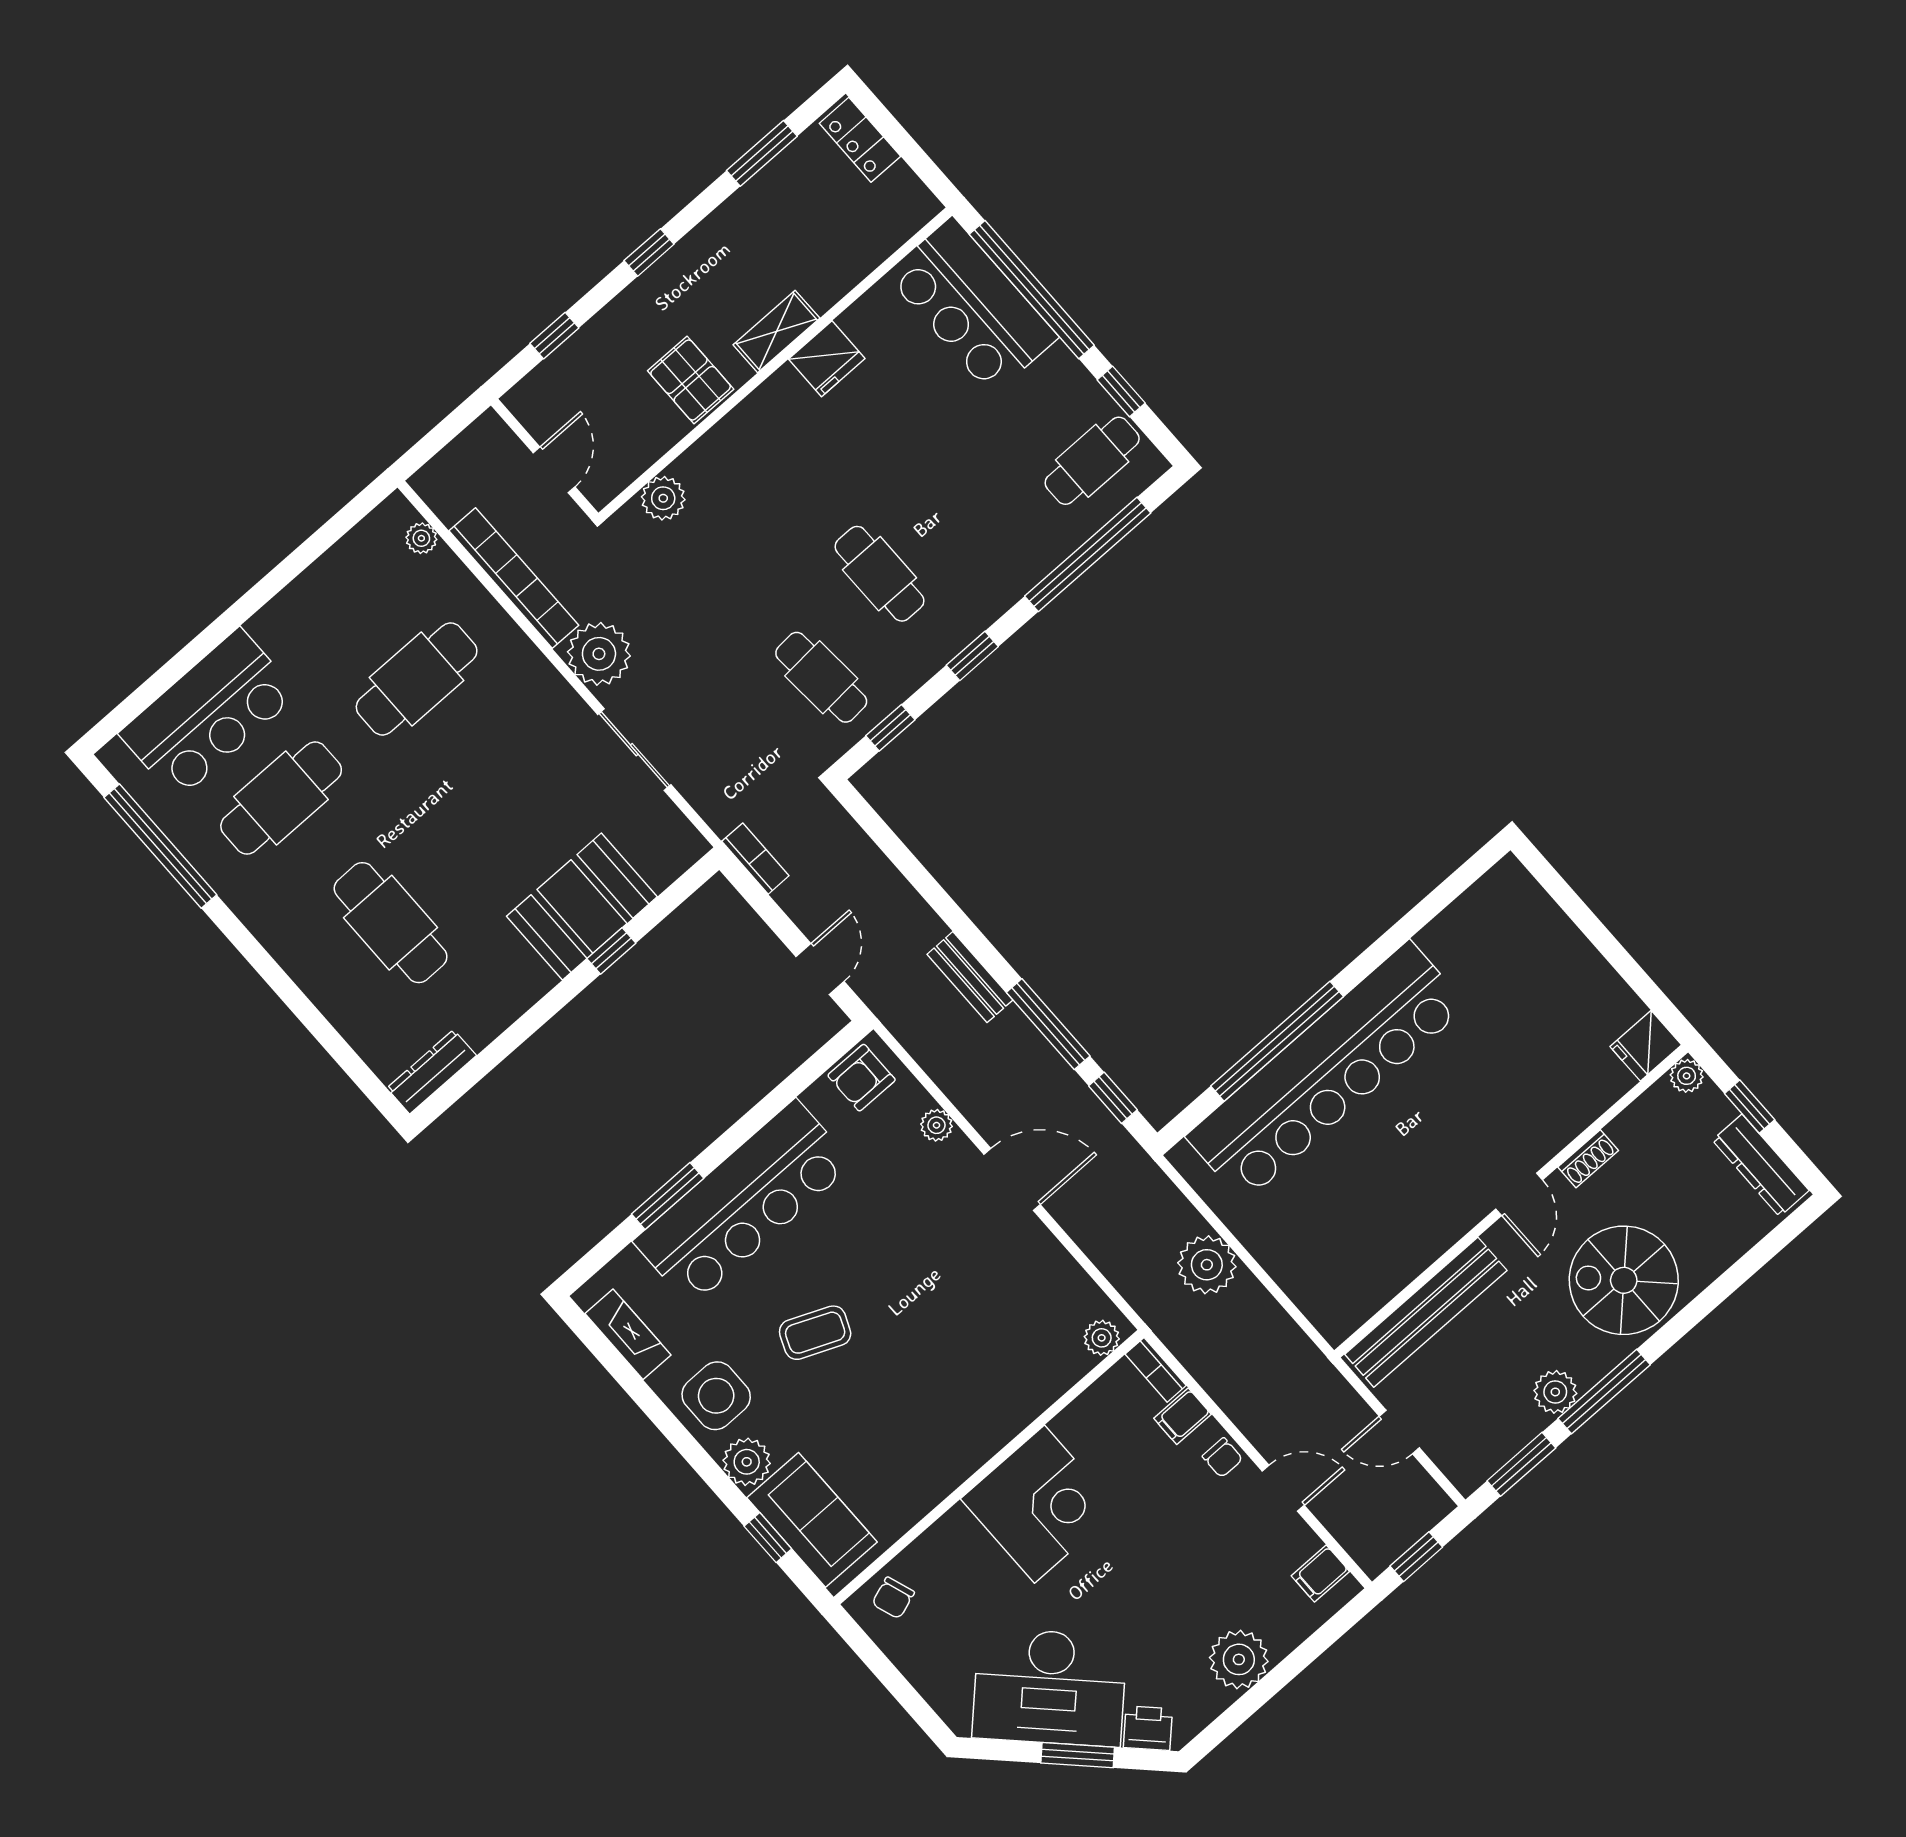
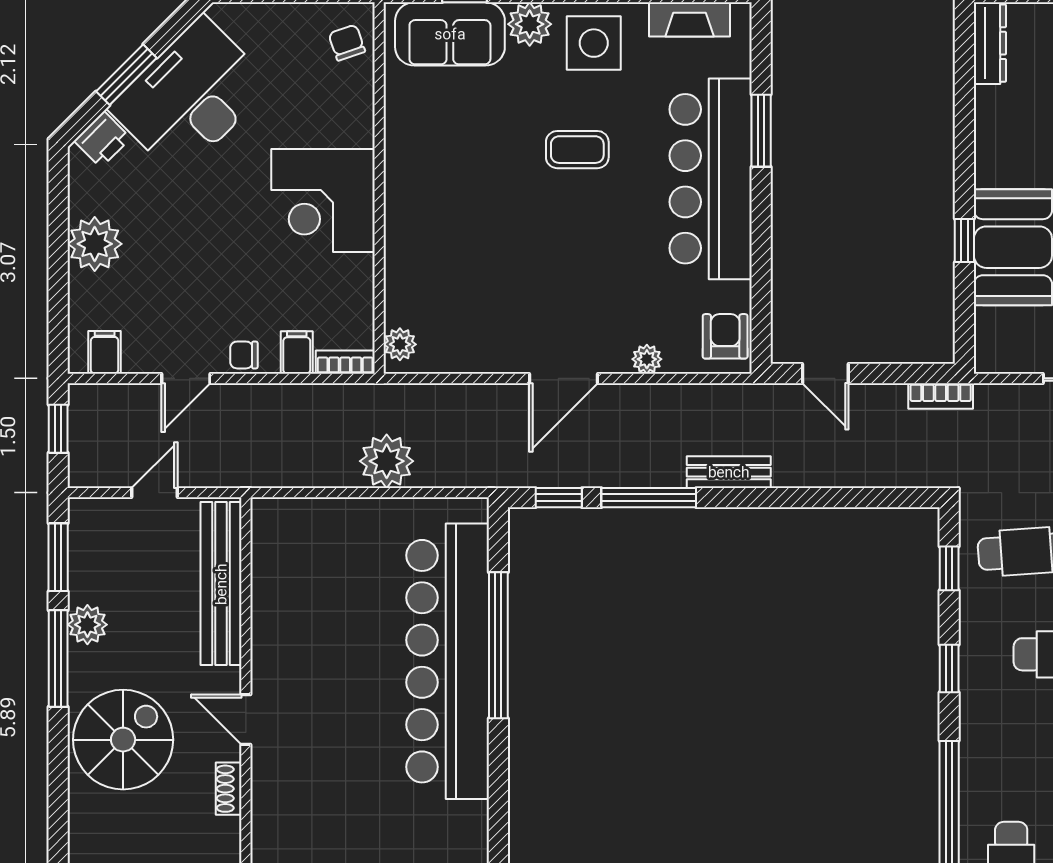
coffee table: (815, 1333) -> (577, 150), turned 67

